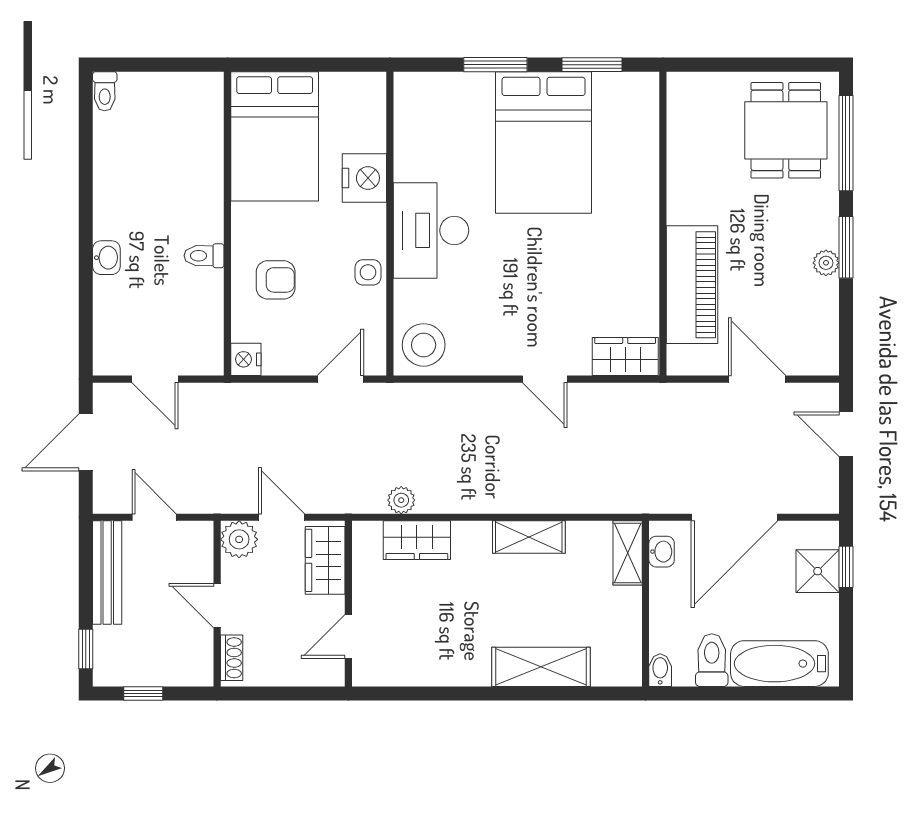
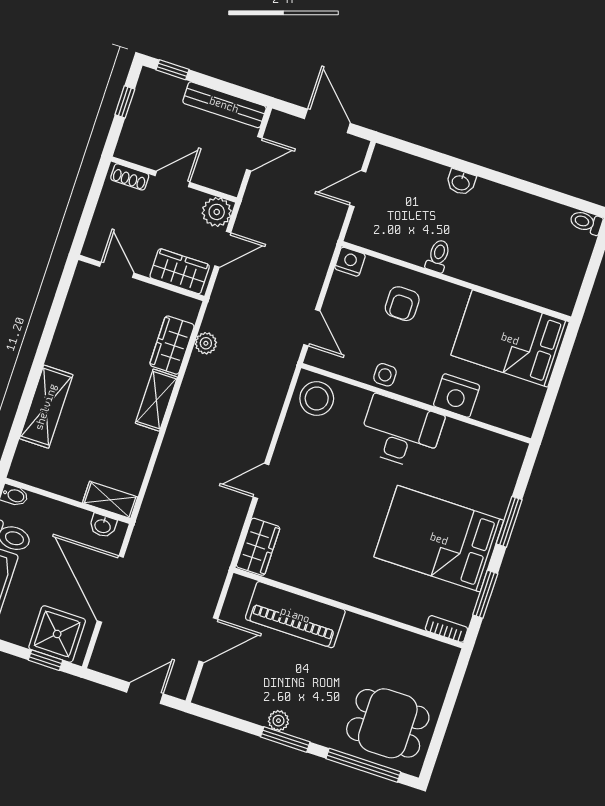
bookcase: (649, 97) -> (446, 629), added
shelving: (529, 537) -> (156, 400), moved
shower: (818, 571) -> (57, 634), width x1.36, depth x1.36

